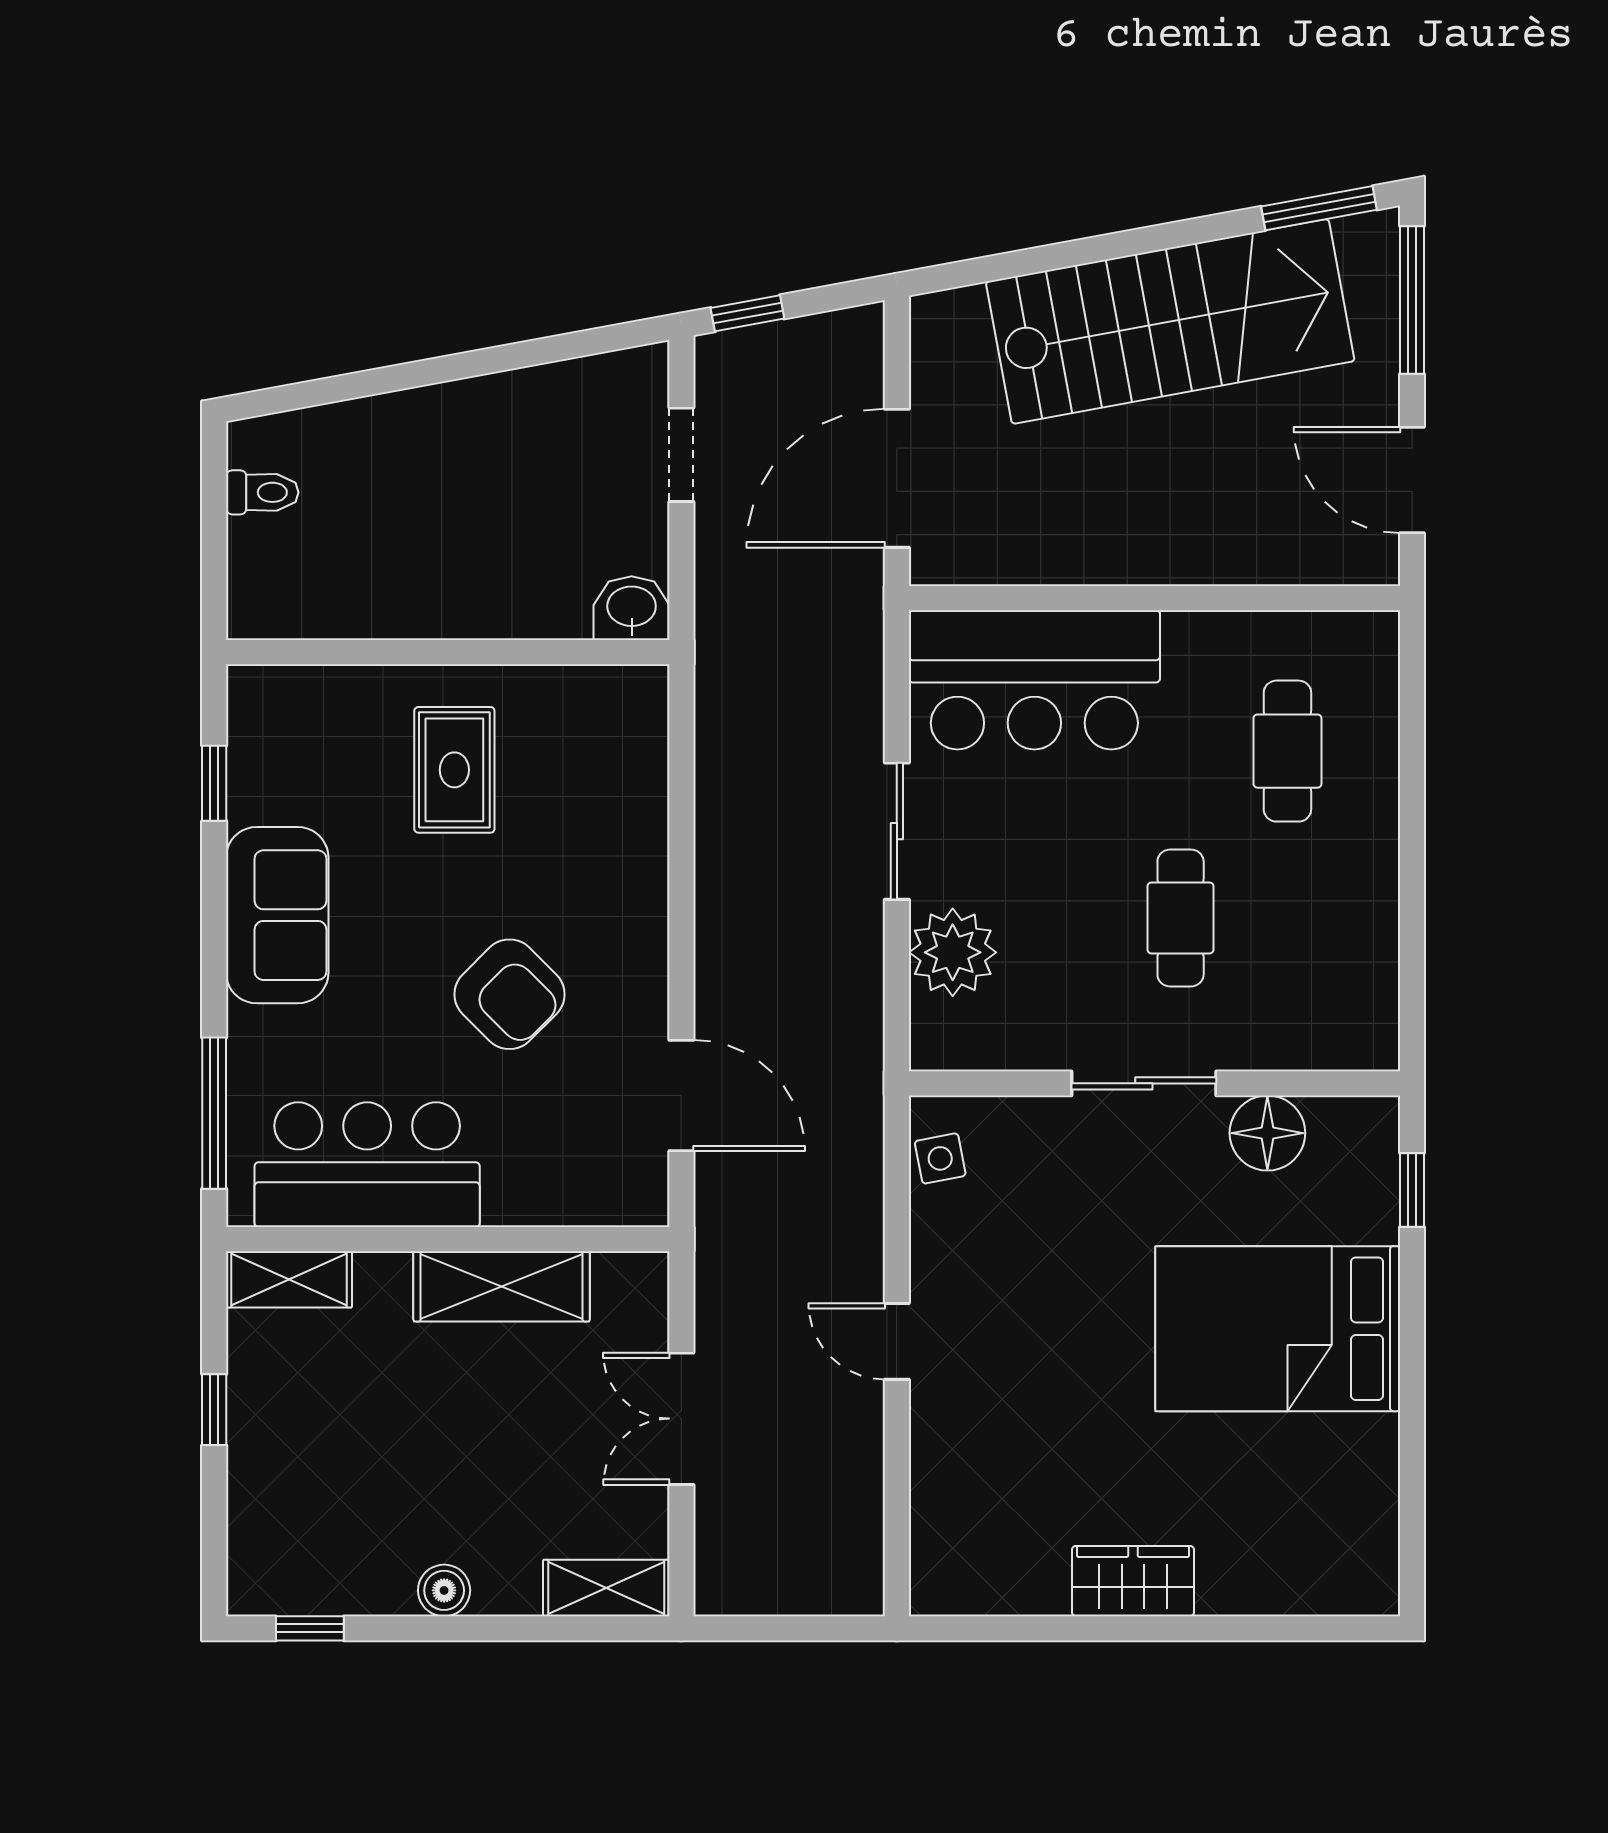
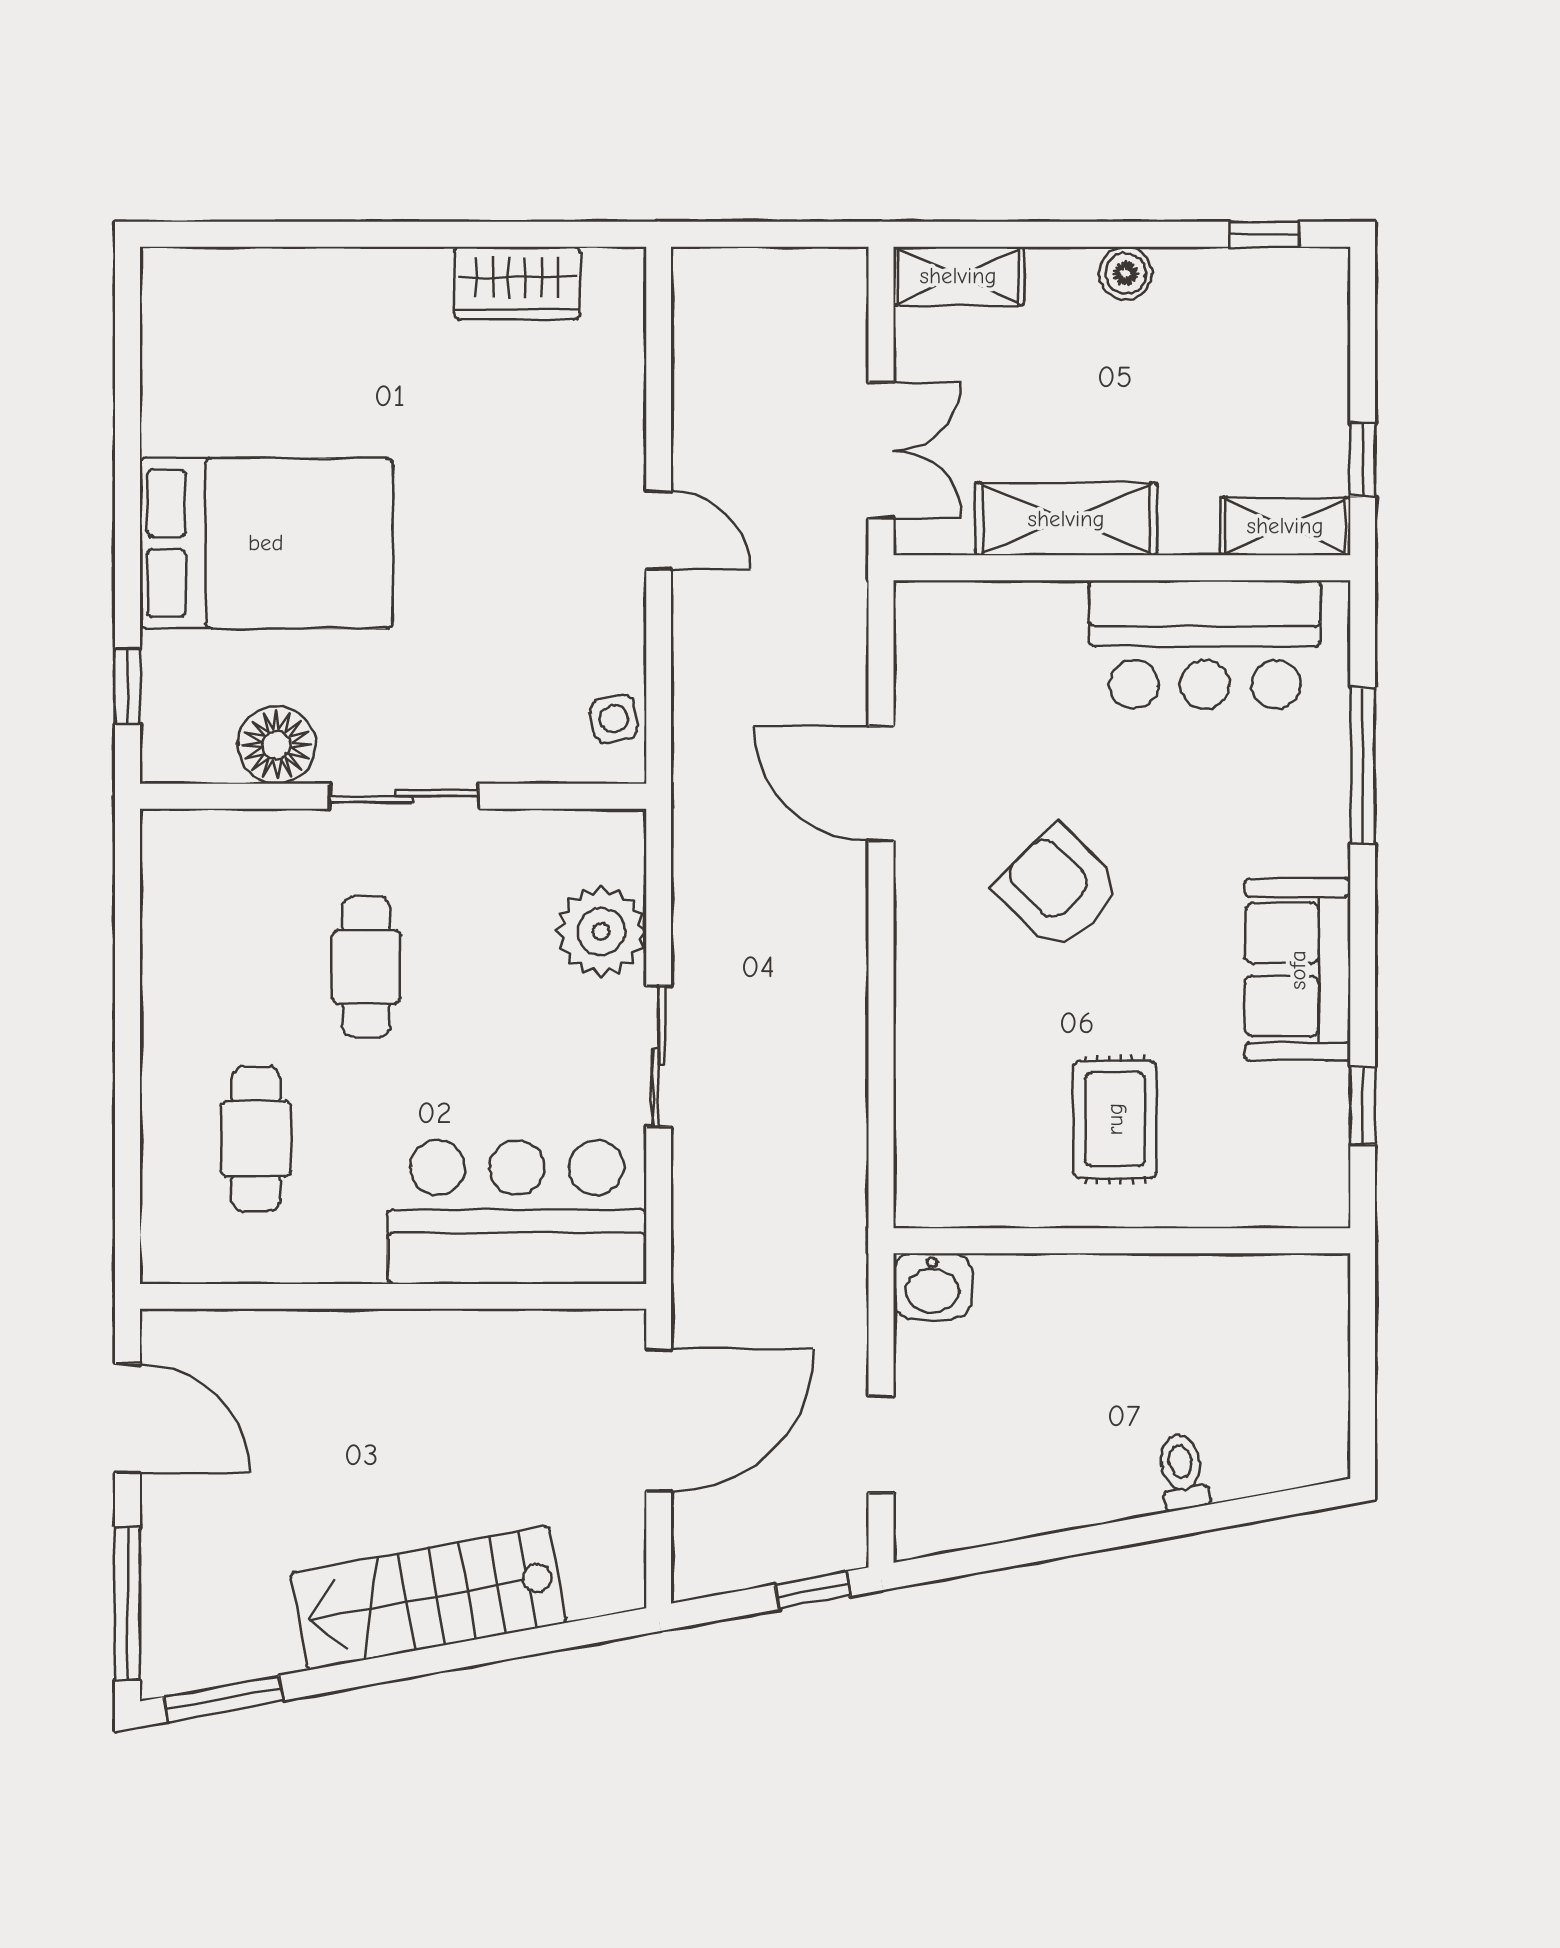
stairs: (1170, 321) -> (428, 1598), width x0.73, depth x0.66
toilet: (262, 492) -> (1182, 1472), moved, turned 80
bar counter: (367, 1165) -> (1205, 644), moved
wall: (448, 1239) -> (1122, 568), moved
shelving: (289, 1279) -> (1285, 526), moved
shelving: (502, 1286) -> (1066, 519), moved
wardrobe: (1133, 1581) -> (517, 283), moved

